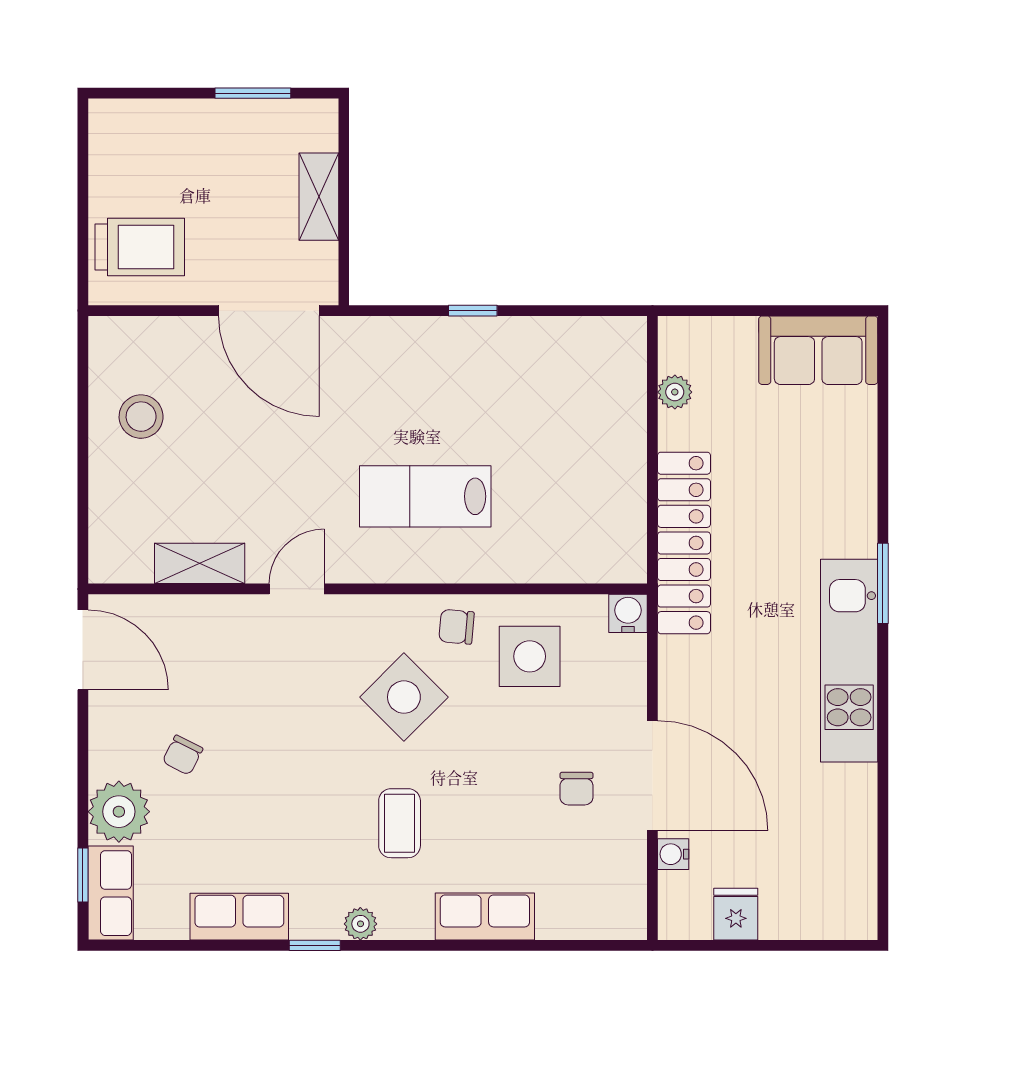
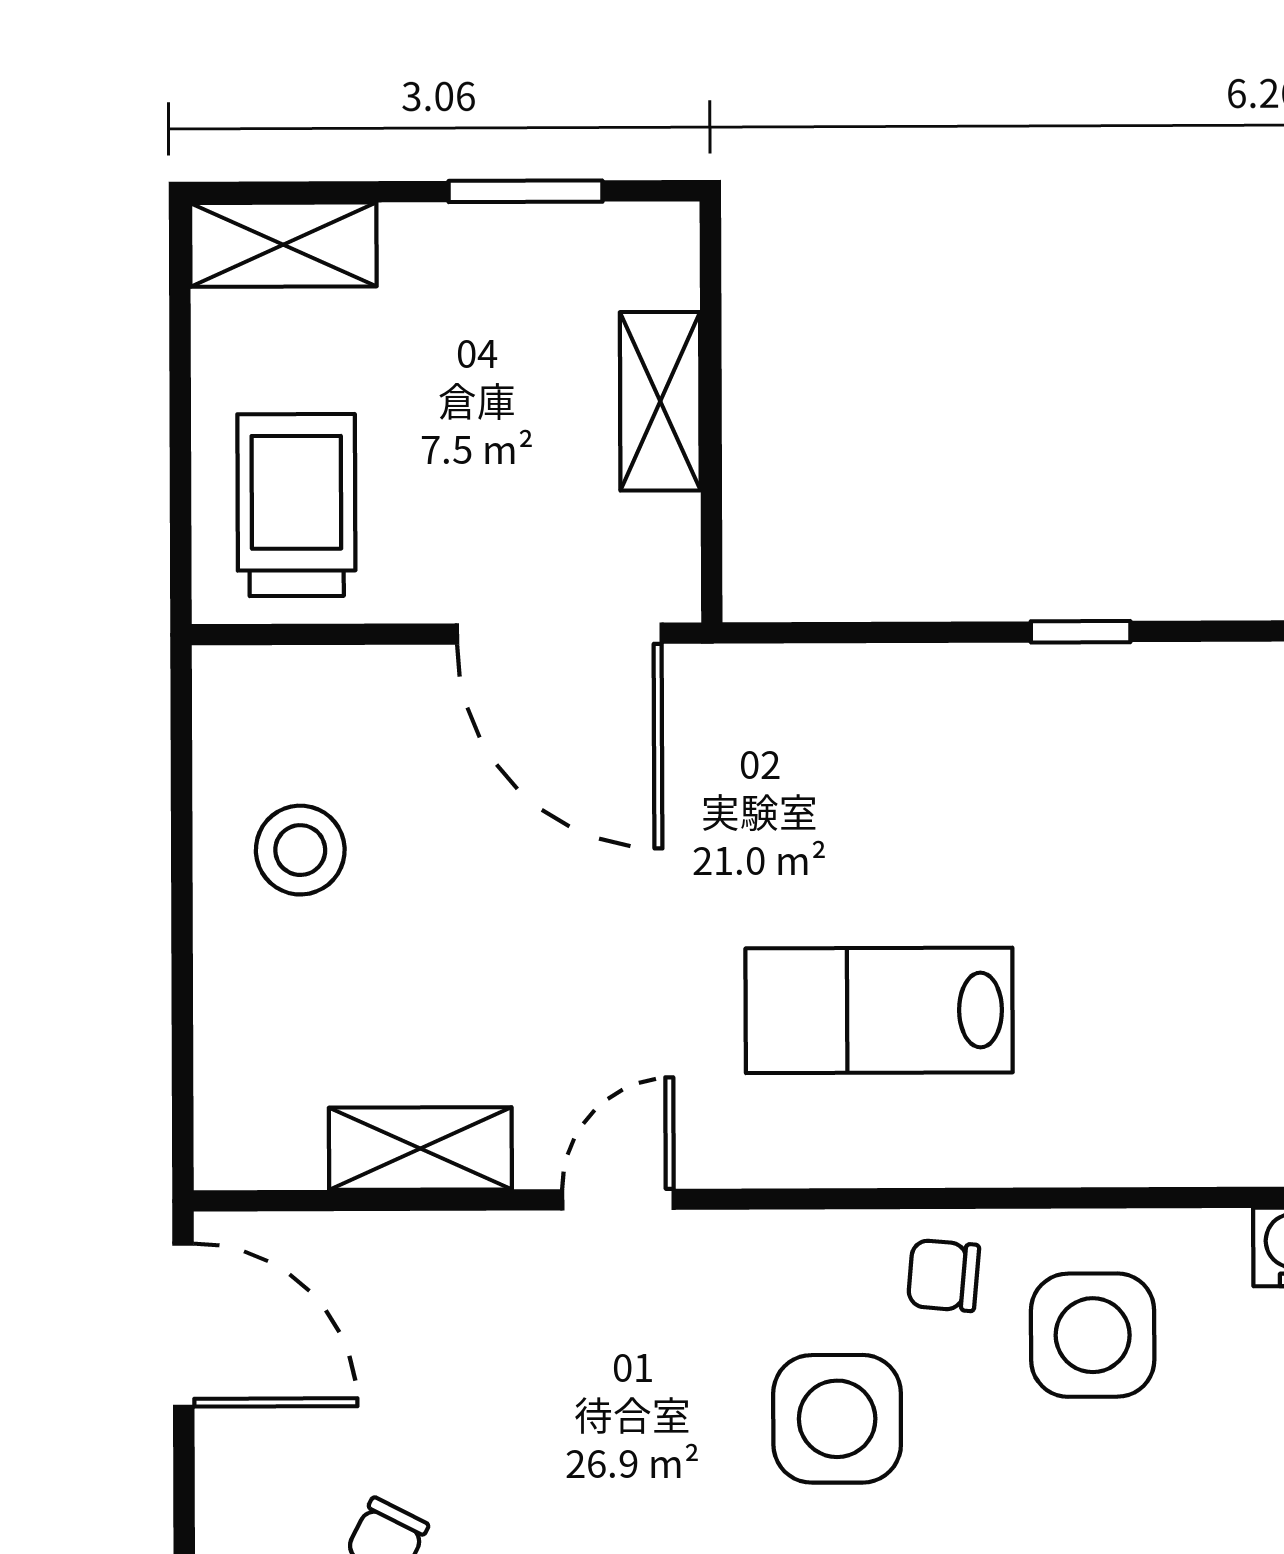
shelving: (134, 119) -> (283, 245), added
trolley: (140, 247) -> (296, 505), turned -90
window: (473, 311) -> (1081, 632), moved
side table: (404, 697) -> (837, 1419), turned 45

